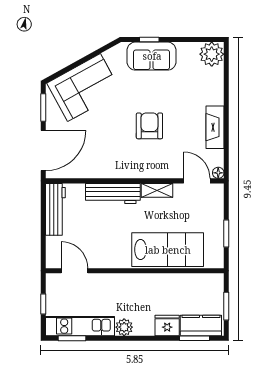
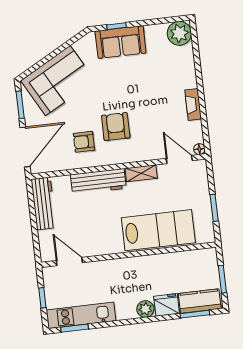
armchair: (149, 126) -> (116, 127), moved
fireplace: (215, 127) -> (193, 104), width x0.73, depth x0.76
armchair: (103, 152) -> (84, 142), added
plant: (124, 327) -> (145, 309), moved

